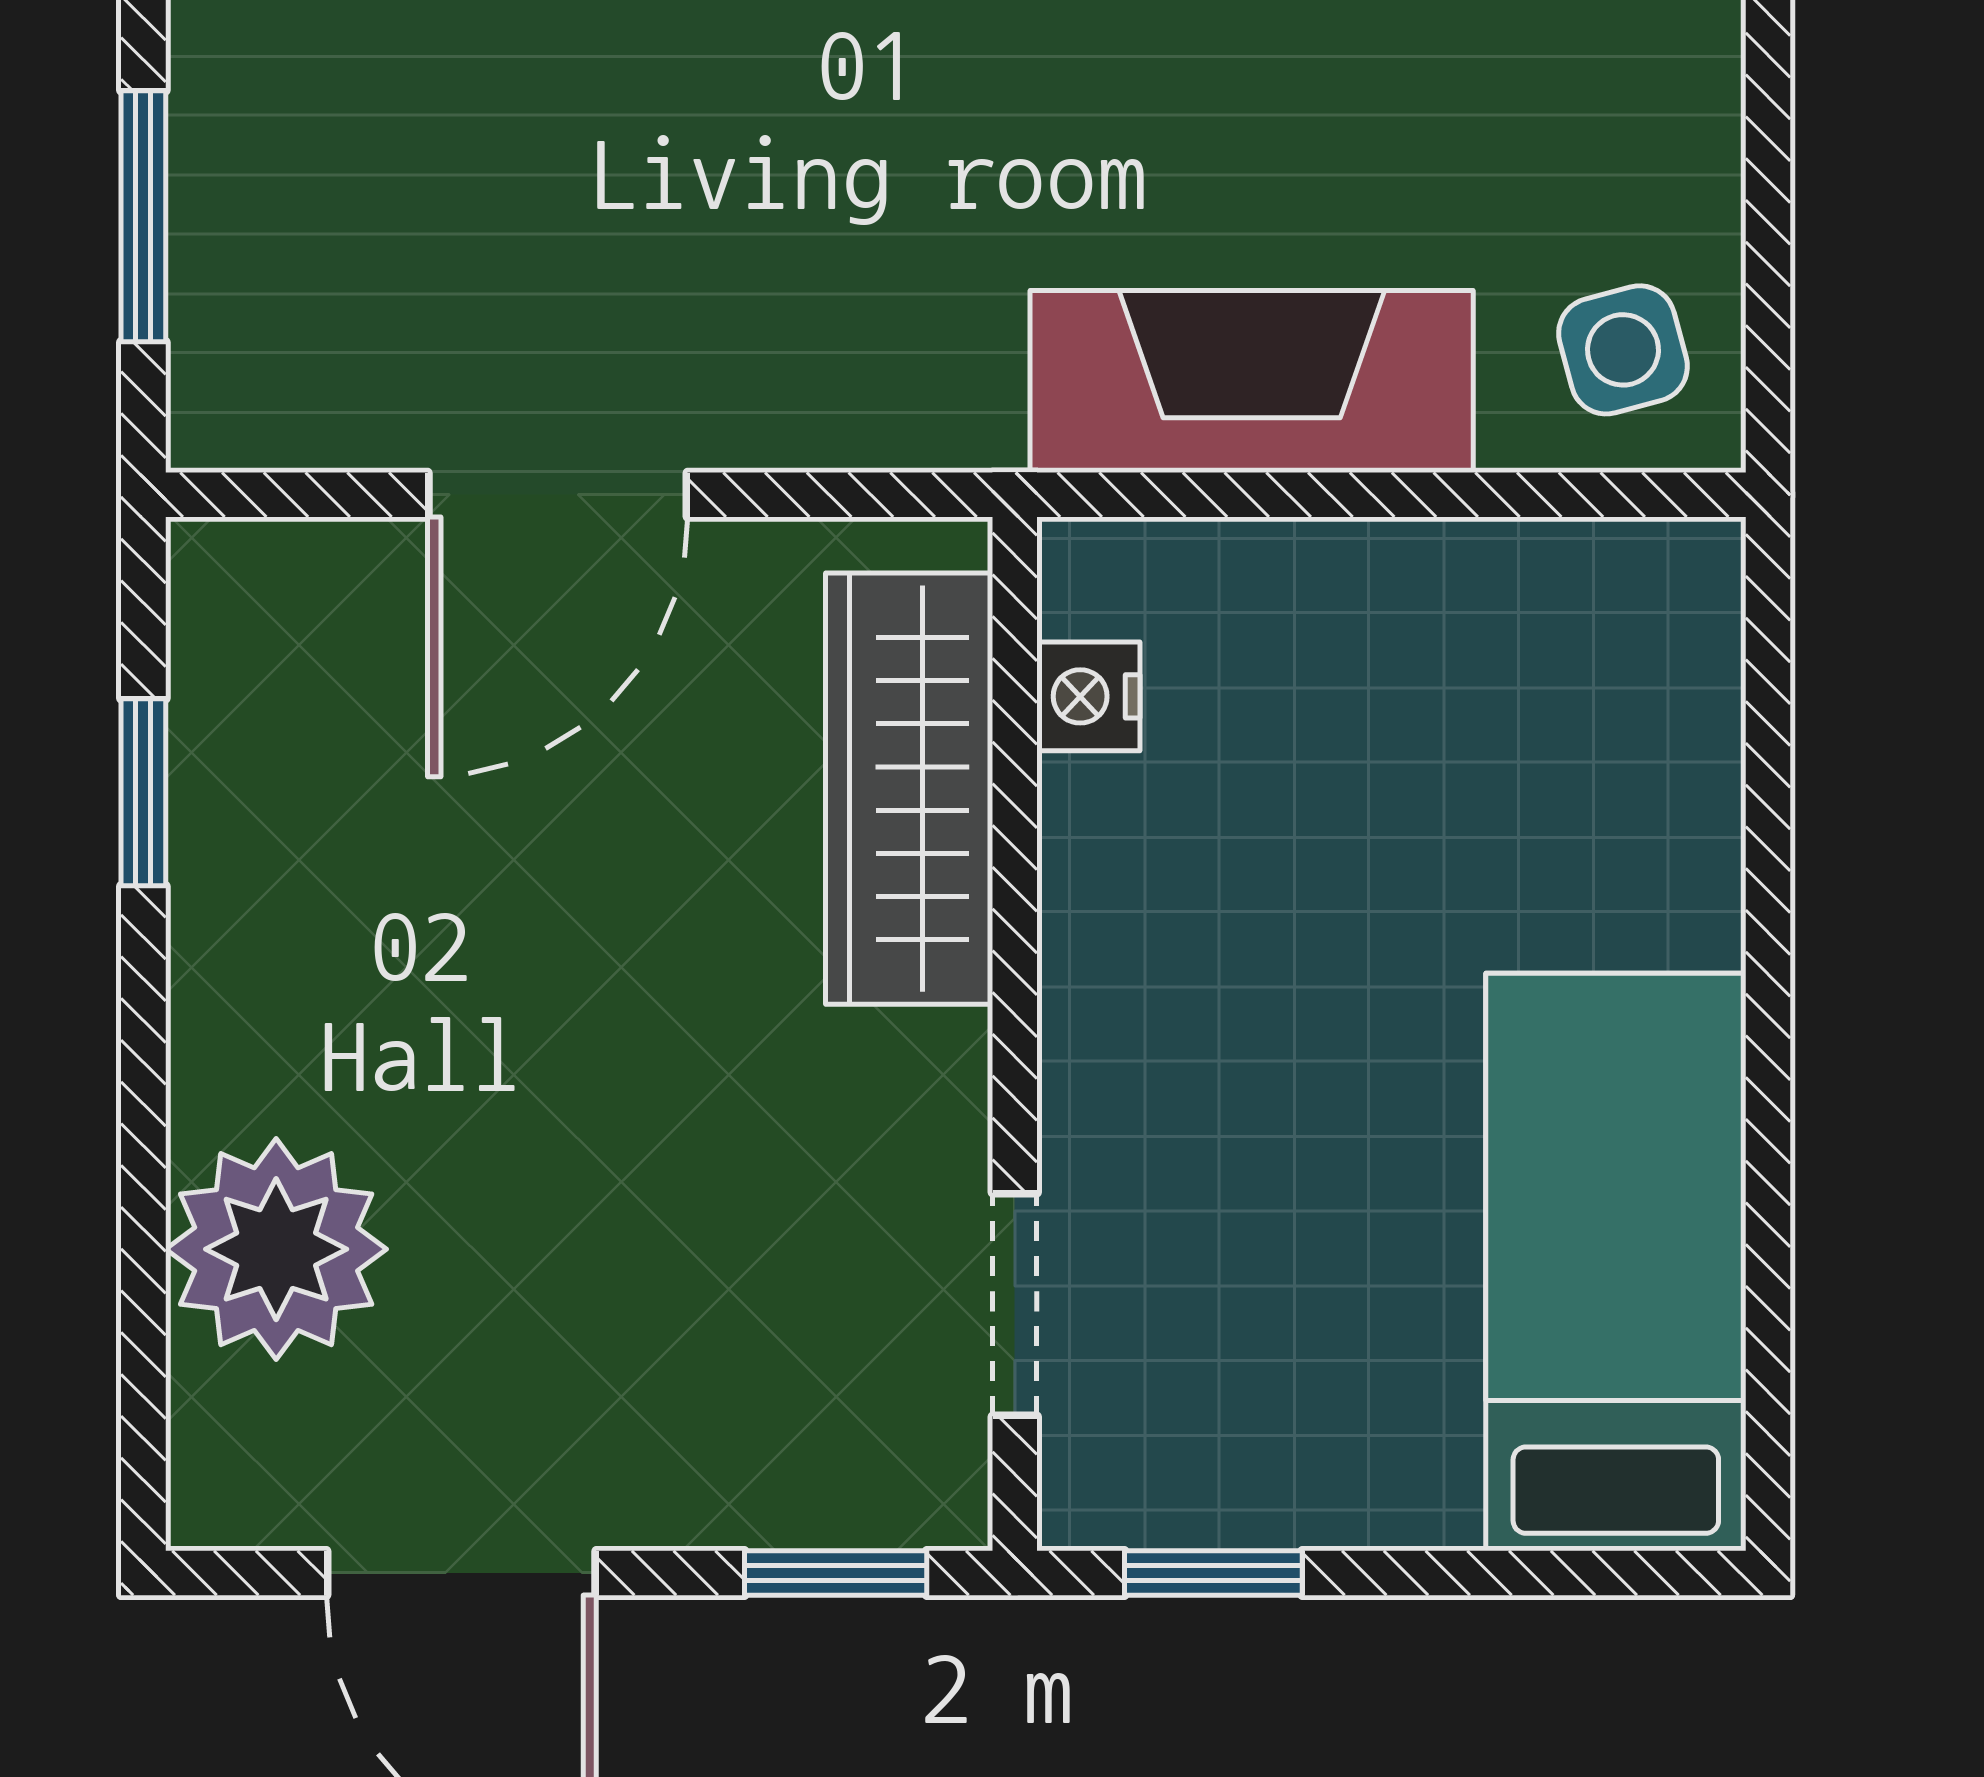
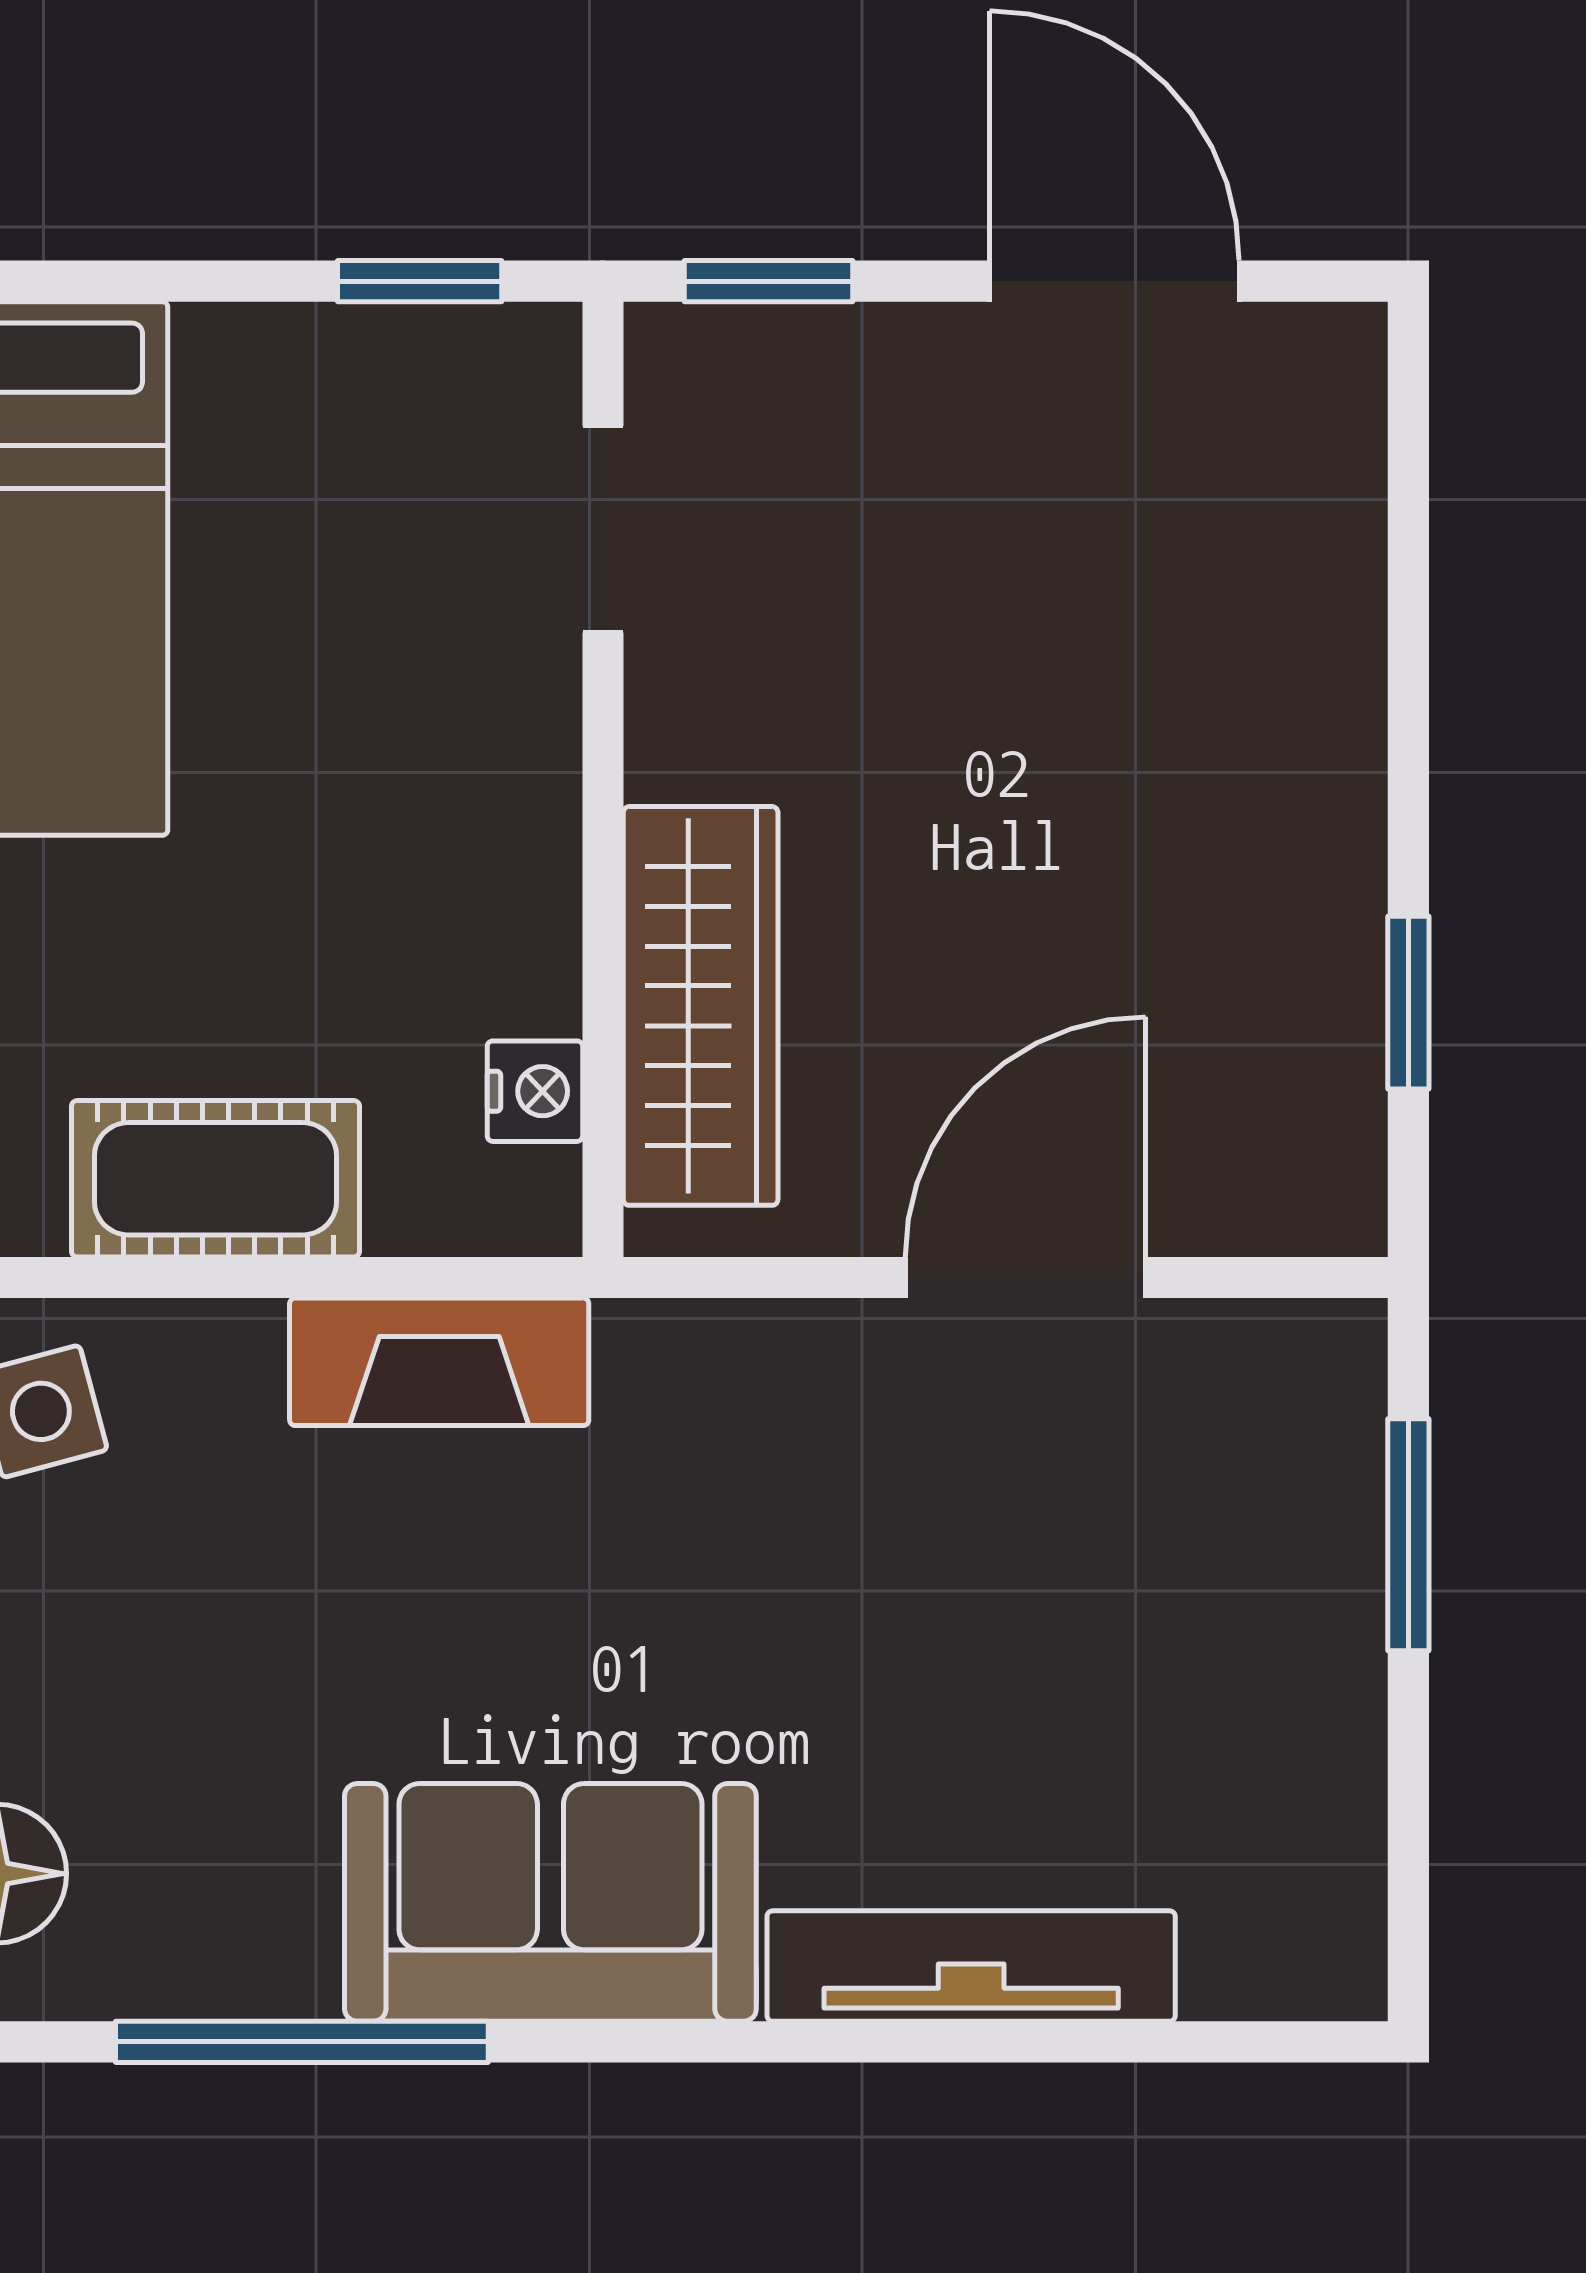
fireplace: (1252, 382) -> (439, 1362), width x0.73, depth x0.76
cot: (1434, 602) -> (216, 1179), added
plant: (276, 1249) -> (1286, 580), removed

